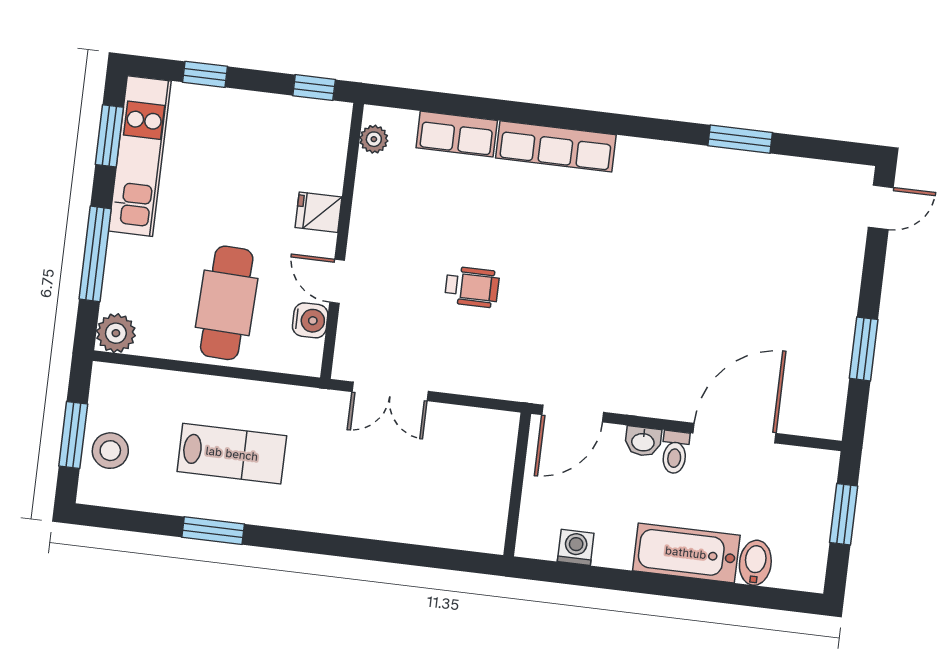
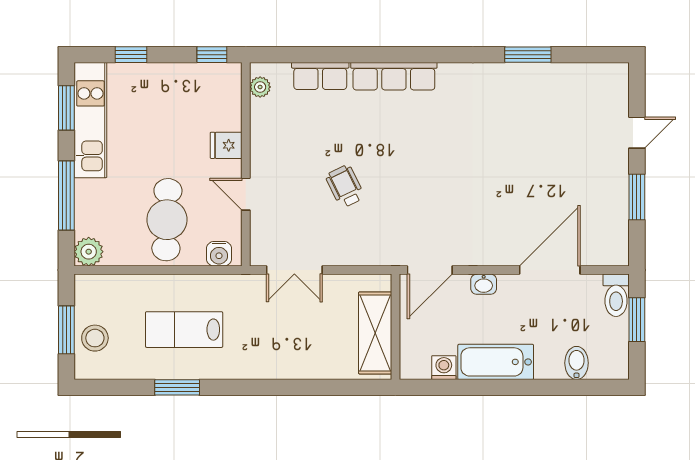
door: (881, 207) -> (637, 133), moved
wheelchair: (472, 287) -> (345, 186), turned -116
water cooler: (310, 320) -> (219, 254), moved, turned 90
toilet: (675, 452) -> (616, 295), moved, width x1.37, depth x1.39
lab bench: (232, 454) -> (184, 330), turned 180
shelving: (489, 489) -> (375, 333), added
bathtub: (686, 553) -> (496, 362), moved

